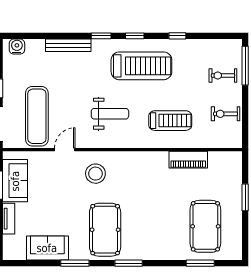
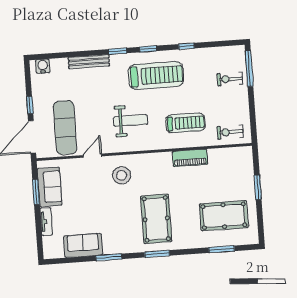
exercise bike: (226, 114) -> (230, 132), moved
piano: (188, 160) -> (190, 158), moved
pool table: (205, 226) -> (224, 216), turned 90
pool table: (105, 230) -> (156, 219), moved

